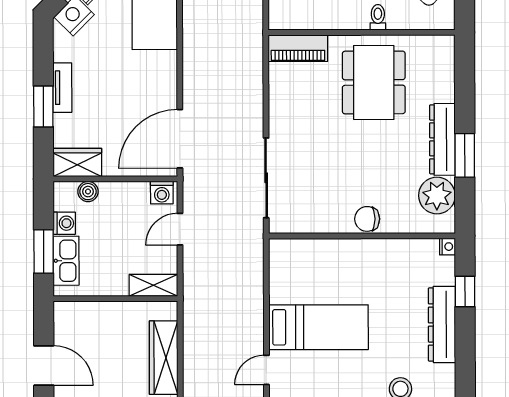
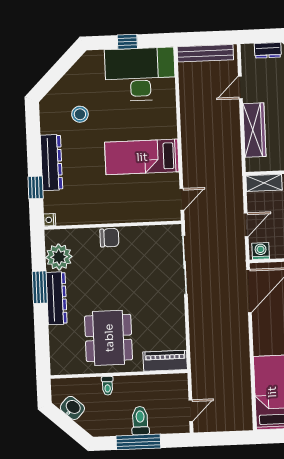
door: (266, 370) -> (182, 199), moved

